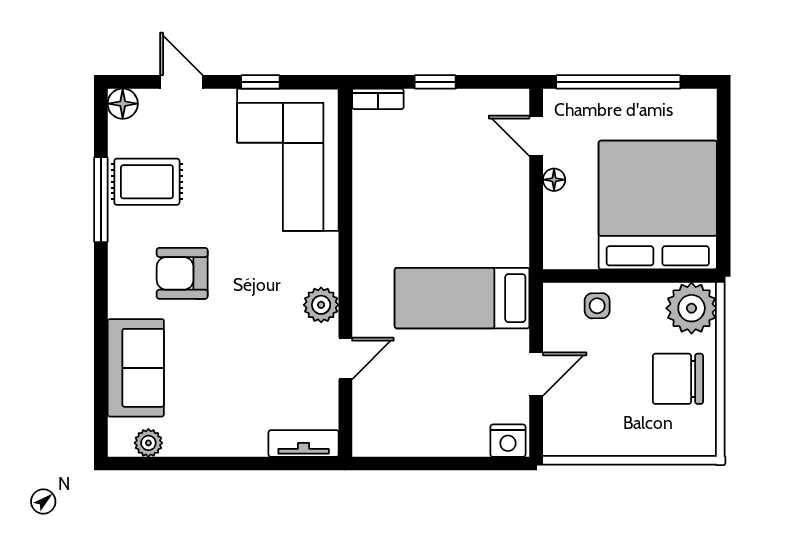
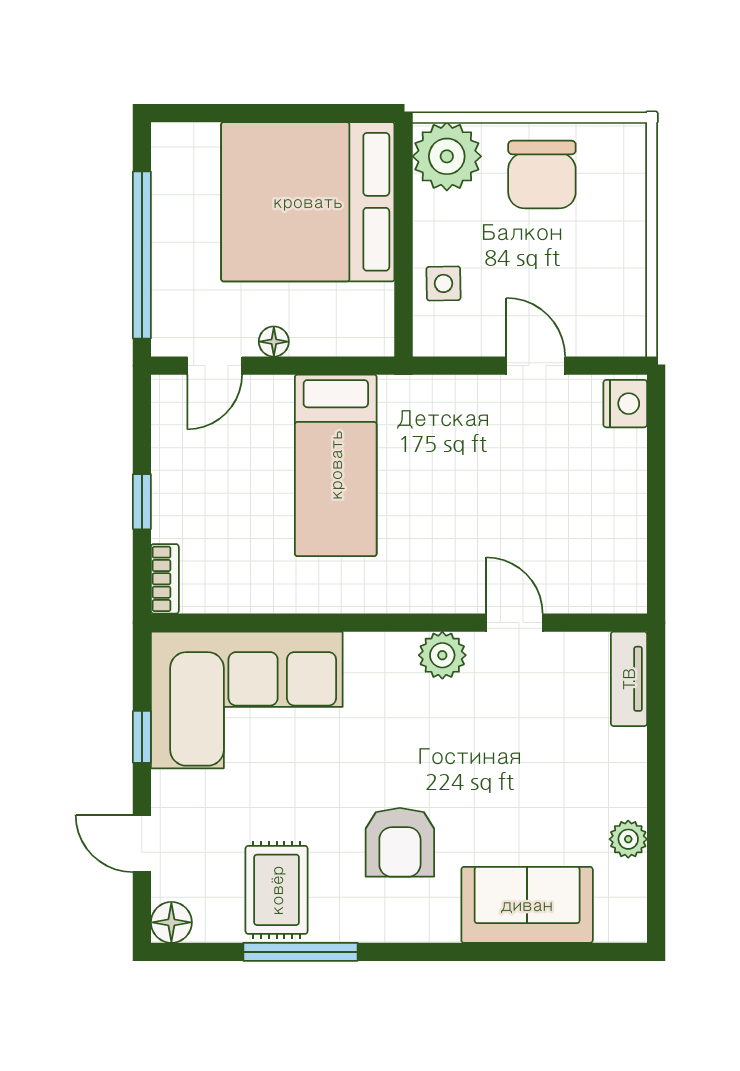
door: (181, 82) -> (142, 843), hinge flipped
bed: (462, 298) -> (336, 465), moved
plant: (148, 443) -> (628, 839), moved

